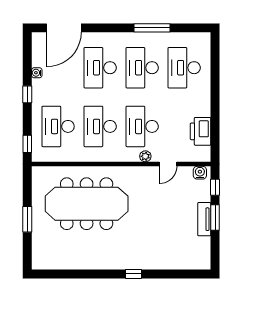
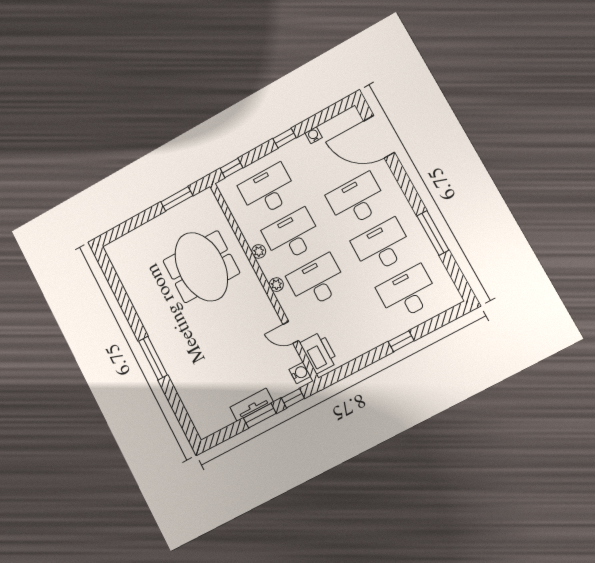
window: (215, 90) -> (401, 341), added
printer: (201, 131) -> (319, 353), moved, turned 90
plant: (98, 156) -> (259, 251), added
plant: (145, 156) -> (276, 285), moved
meeting table: (87, 204) -> (201, 267), width x0.73
window: (27, 219) -> (177, 199), moved
window: (134, 274) -> (153, 358), width x2.17

